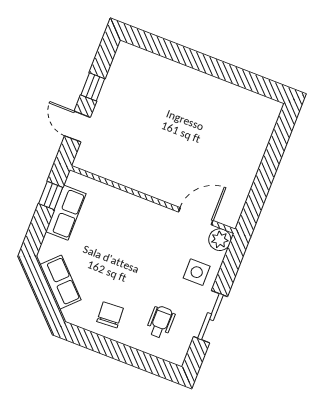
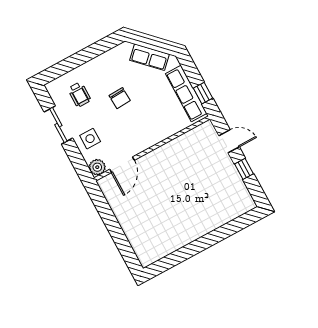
row of seats: (66, 213) -> (186, 93), width x1.48
chair: (110, 315) -> (120, 98), moved

